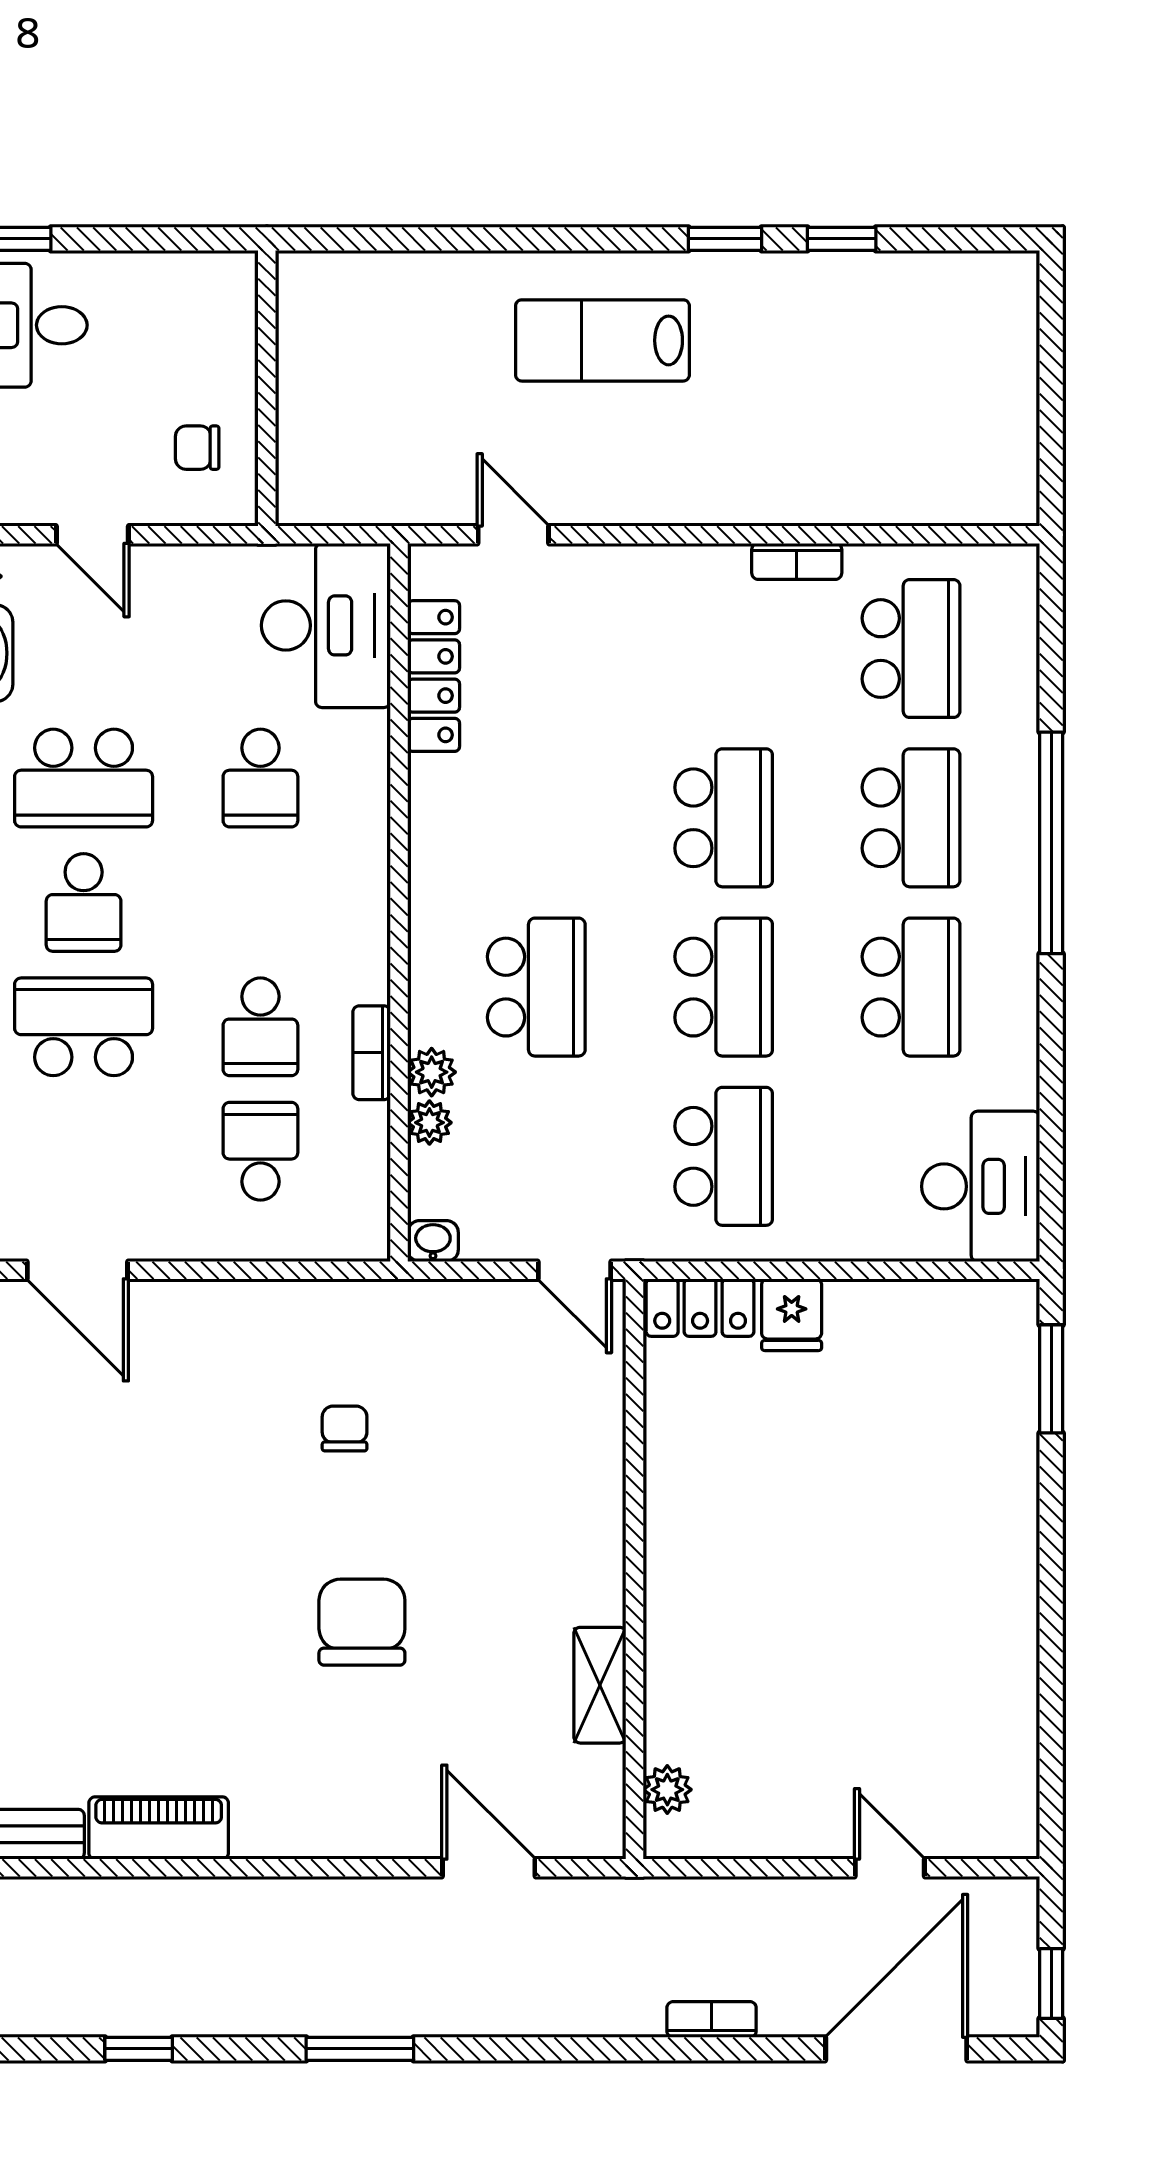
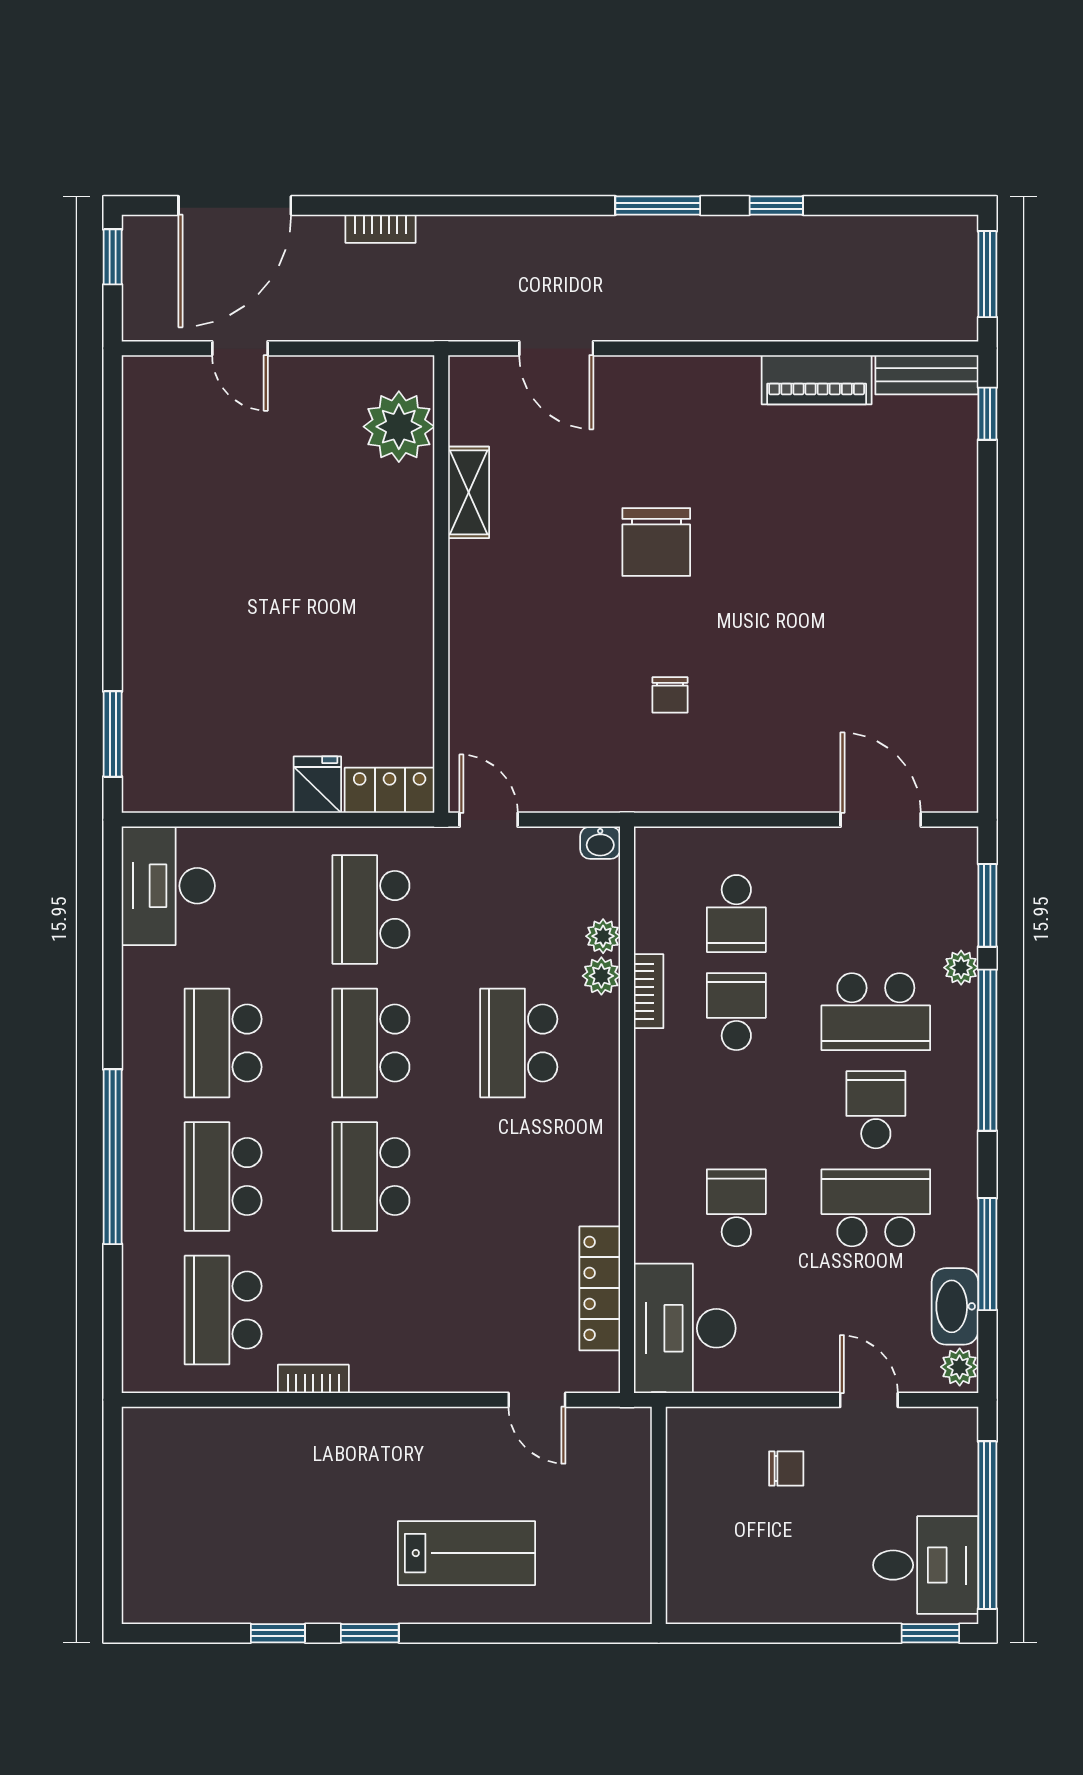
wall: (267, 388) -> (659, 1515), moved
plant: (667, 1790) -> (399, 427), width x1.87, depth x1.87
window: (139, 2049) -> (776, 206), moved

